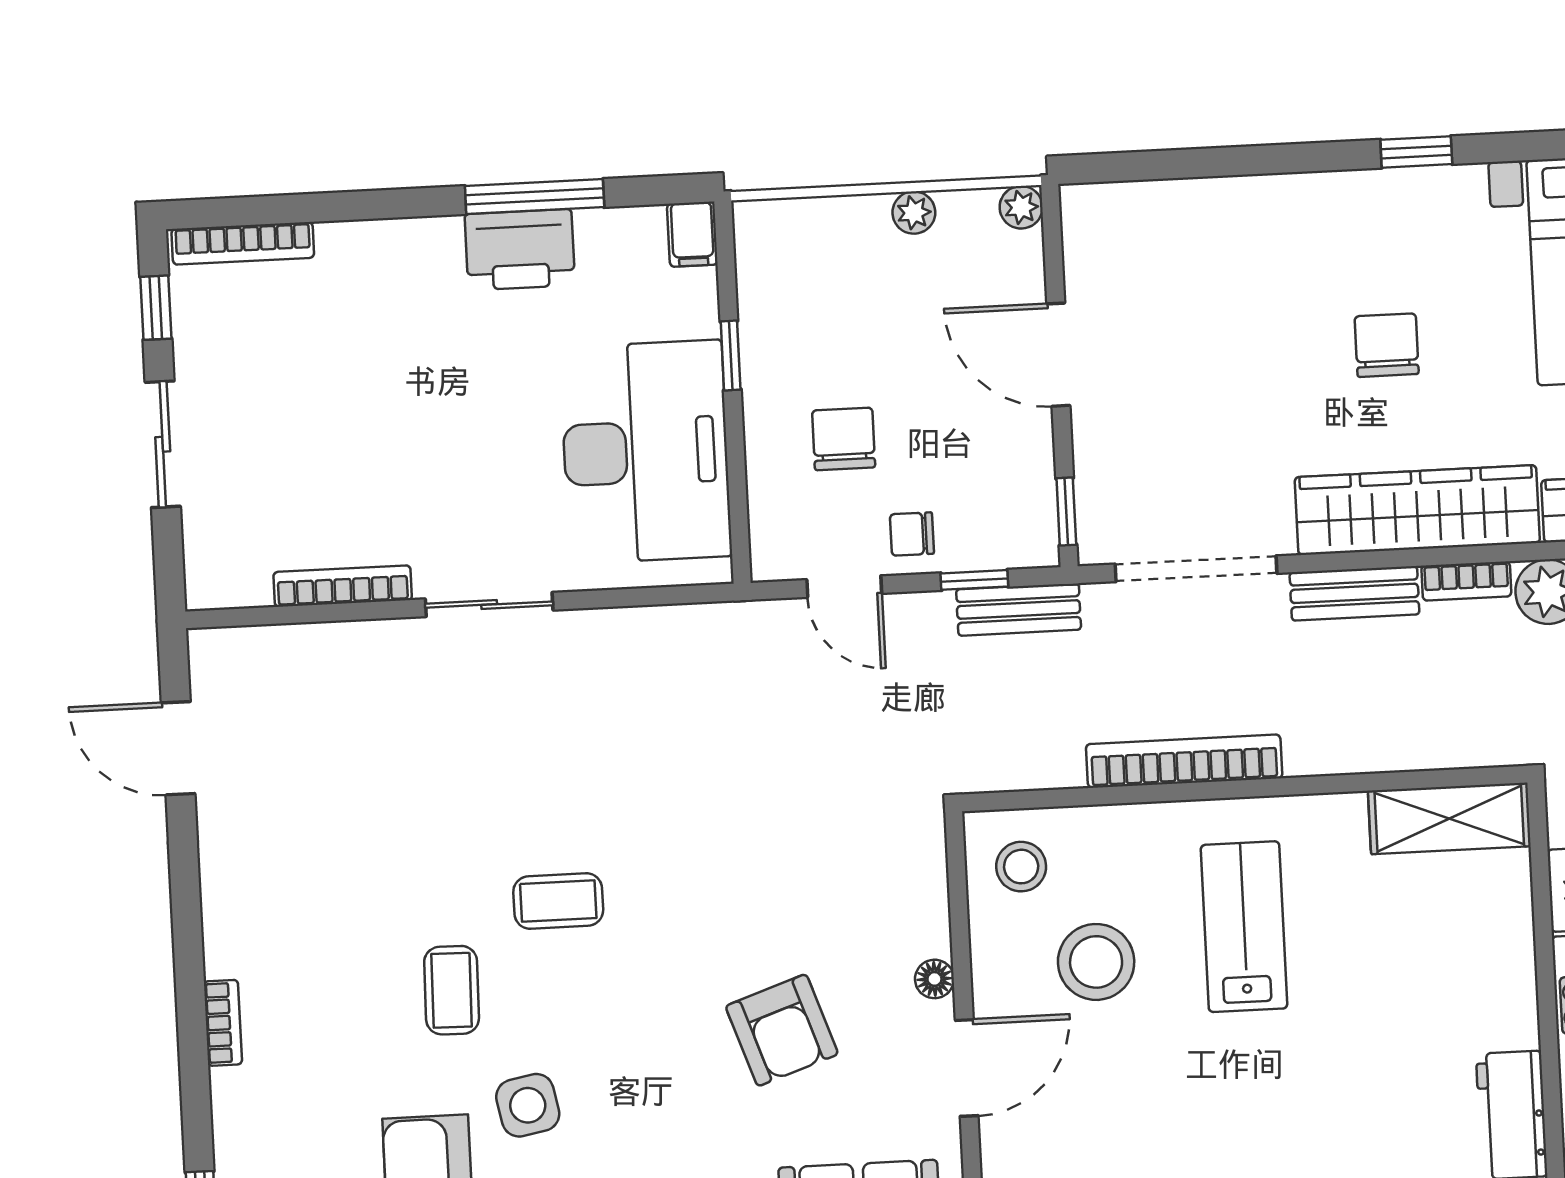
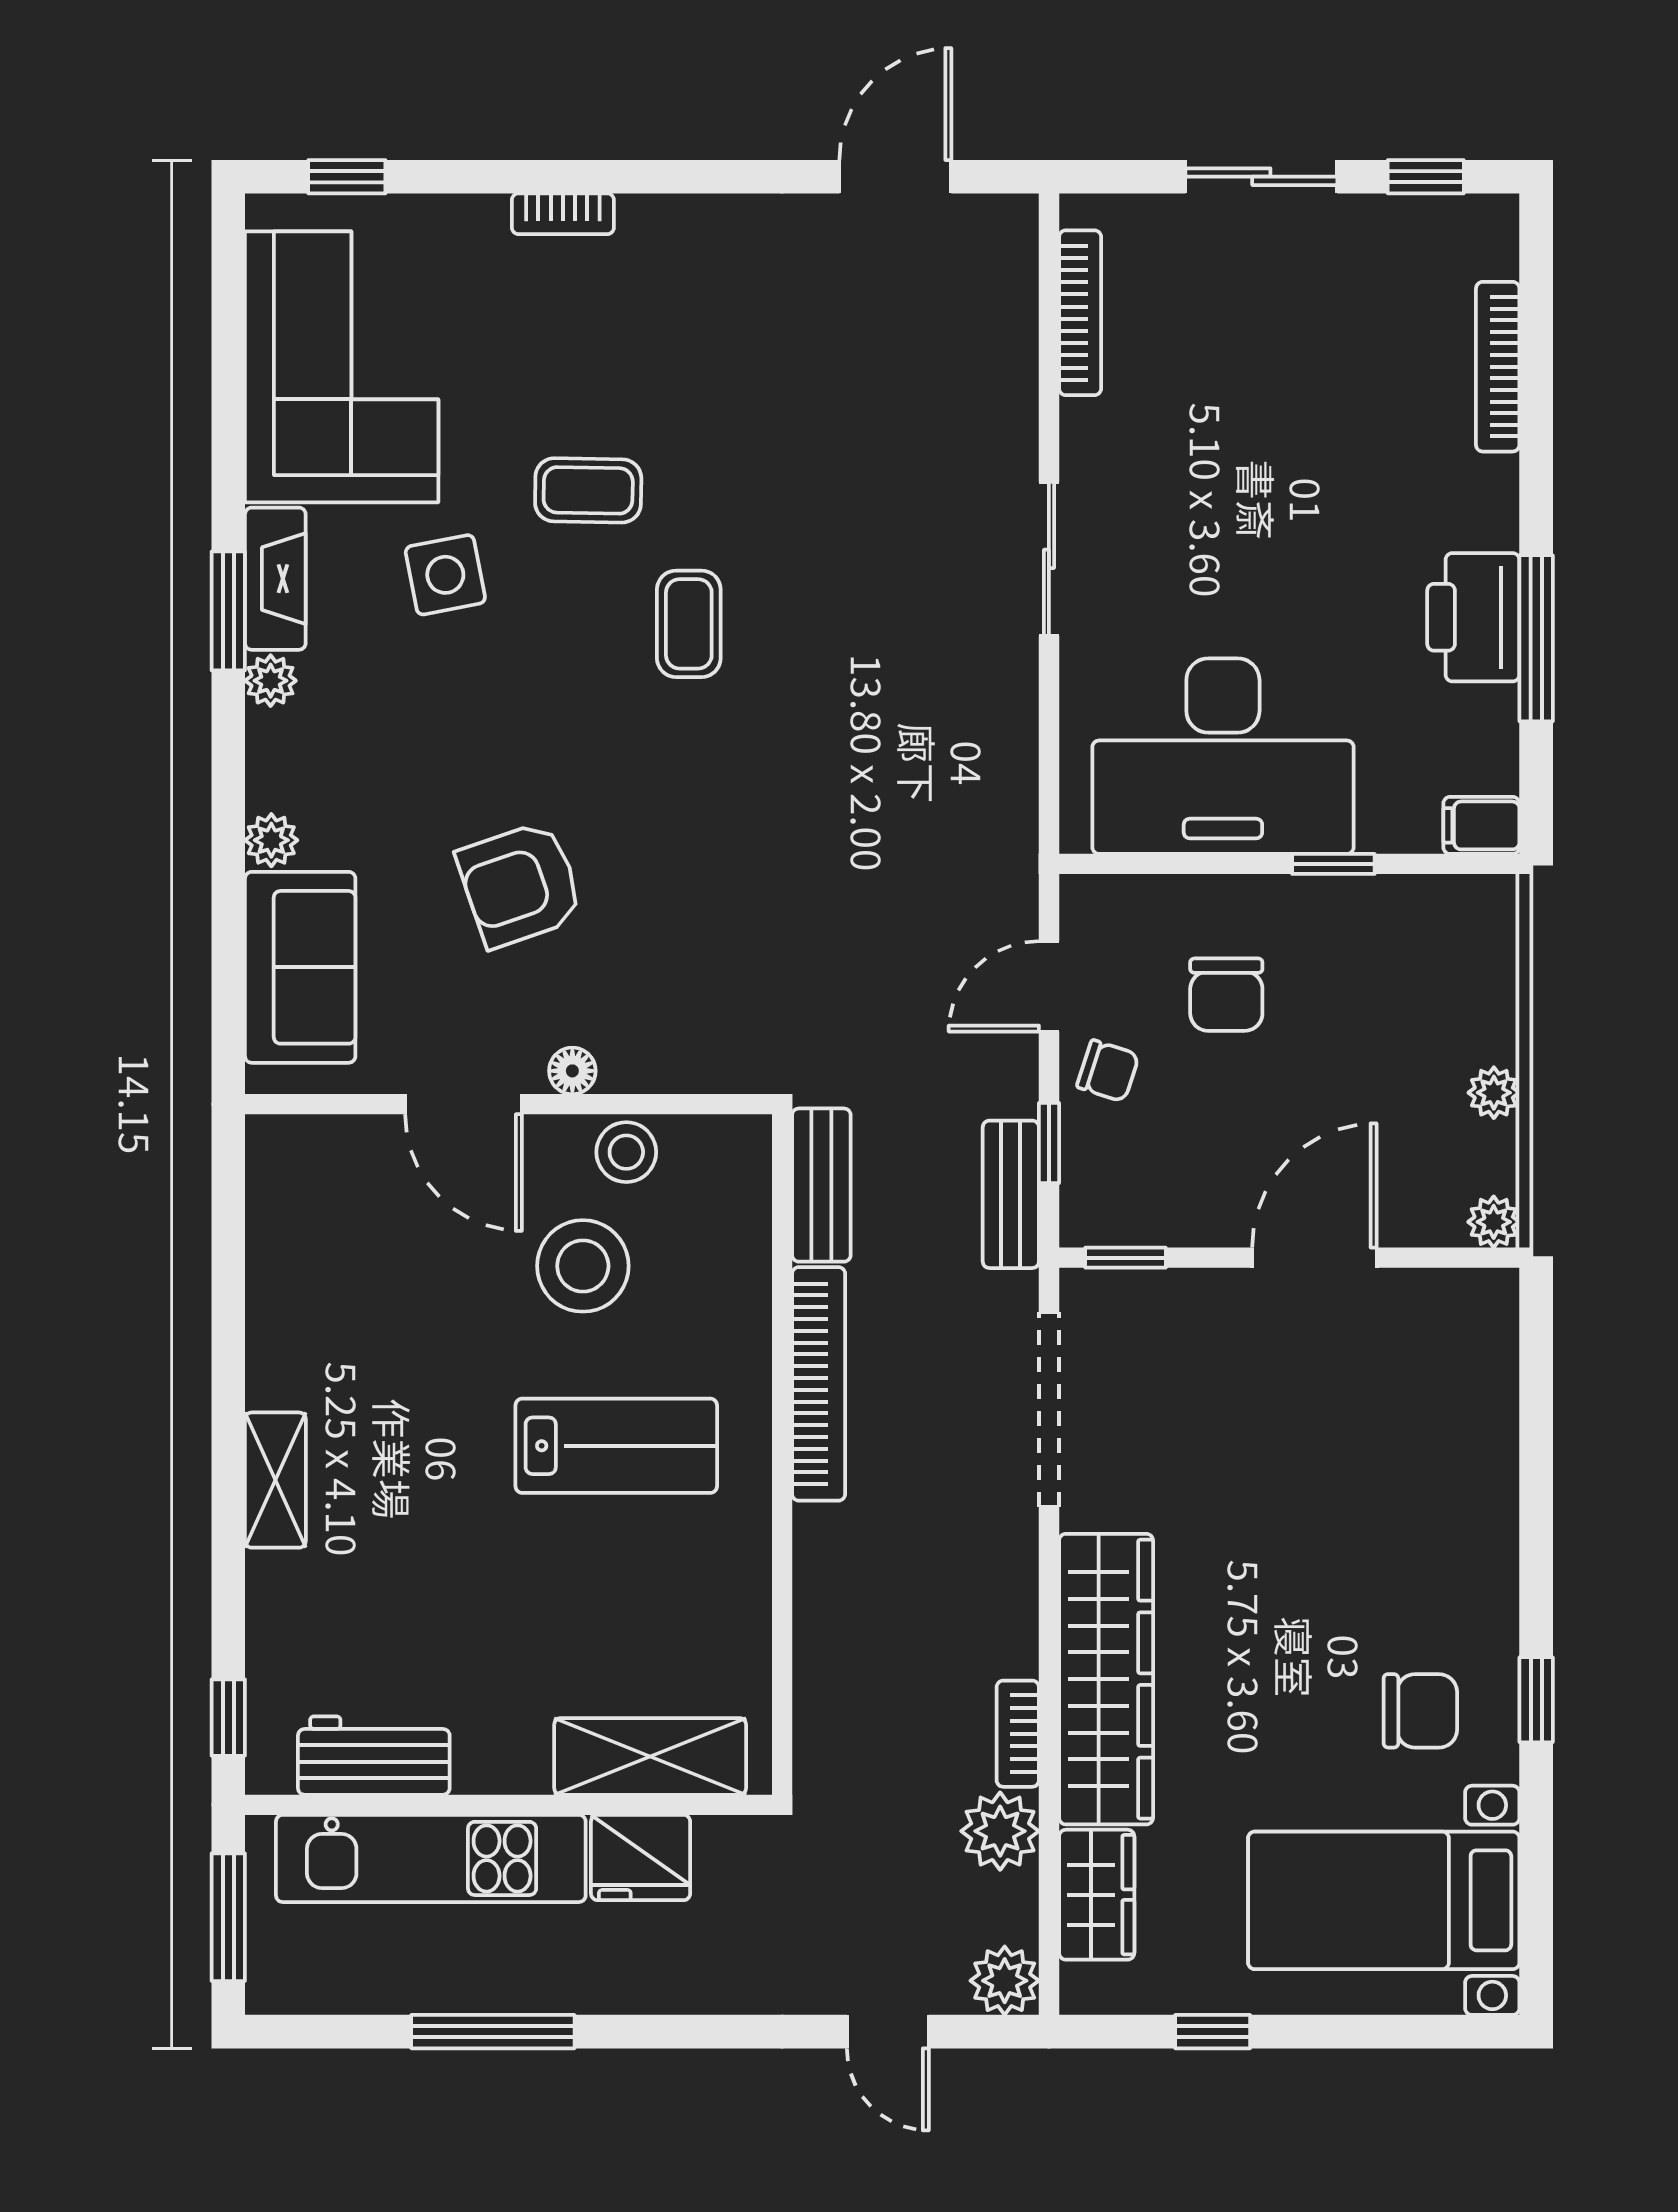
bookcase: (243, 243) -> (1498, 367), moved
chair: (1387, 345) -> (1420, 1711), moved
chair: (844, 439) -> (1226, 995), turned 90
chair: (912, 534) -> (1108, 1071), turned 108
bookcase: (343, 586) -> (1080, 313), moved
bench: (1354, 593) -> (821, 1185), moved
shelving: (1449, 818) -> (650, 1756), moved, turned 90
stool: (1021, 867) -> (626, 1152), moved

